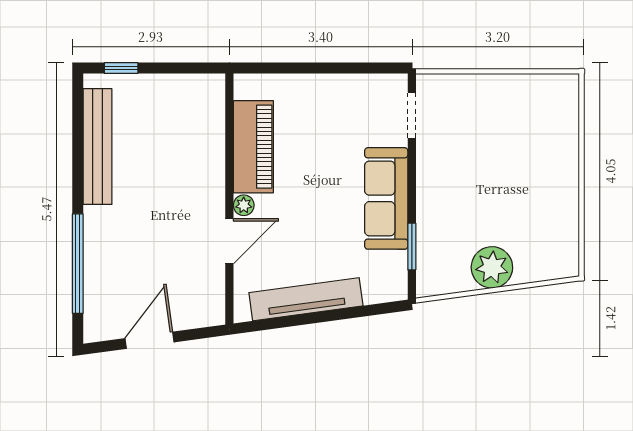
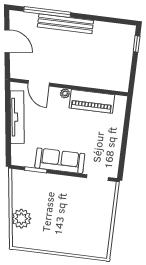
bench: (98, 147) -> (65, 24), moved
door: (229, 241) -> (39, 83), moved
plant: (492, 267) -> (21, 219), moved

